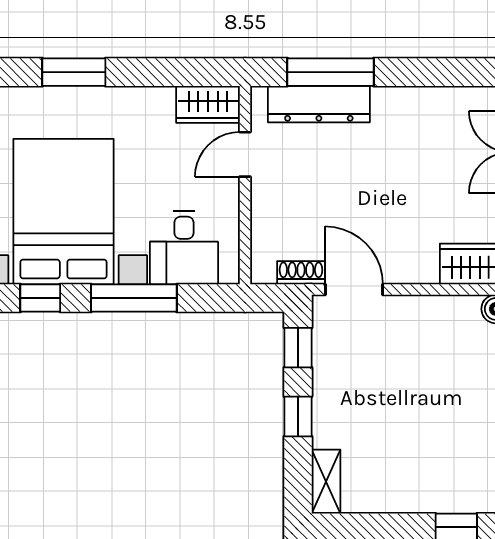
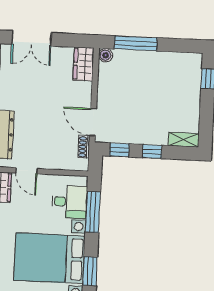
door: (354, 289) -> (93, 122), hinge flipped
window: (40, 298) -> (90, 271), width x1.50
window: (134, 298) -> (93, 212), moved

